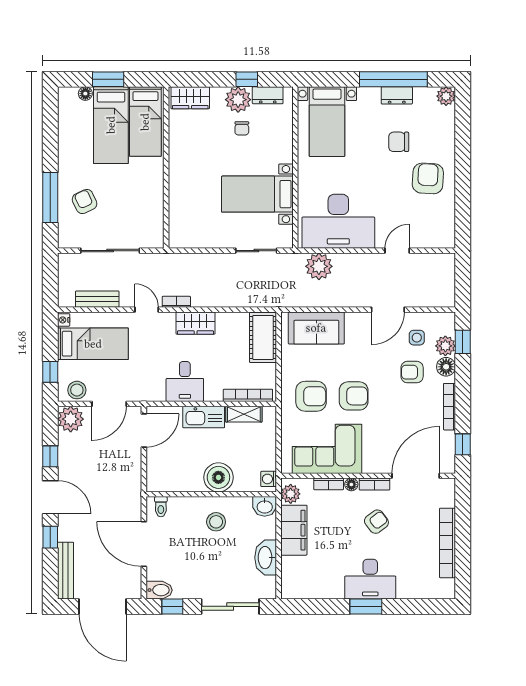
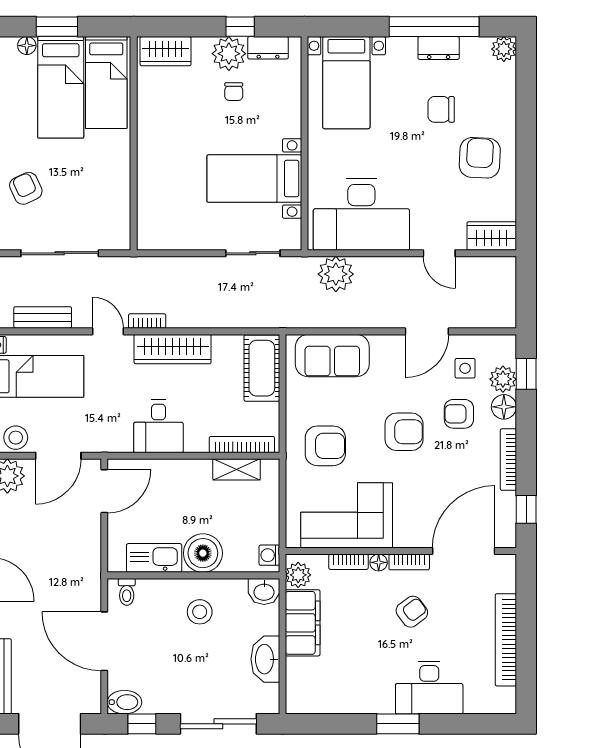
wardrobe: (437, 238) -> (492, 236), added
door: (397, 251) -> (439, 253), swing flipped
wardrobe: (196, 323) -> (173, 349), width x1.50
armchair: (354, 396) -> (404, 432), moved
kitchen sink: (204, 417) -> (154, 558), moved, turned 180
desk: (370, 579) -> (429, 688), moved

